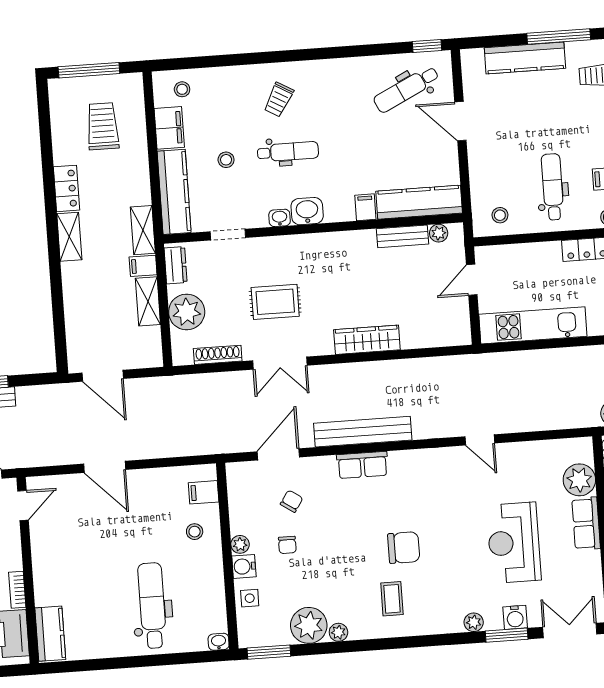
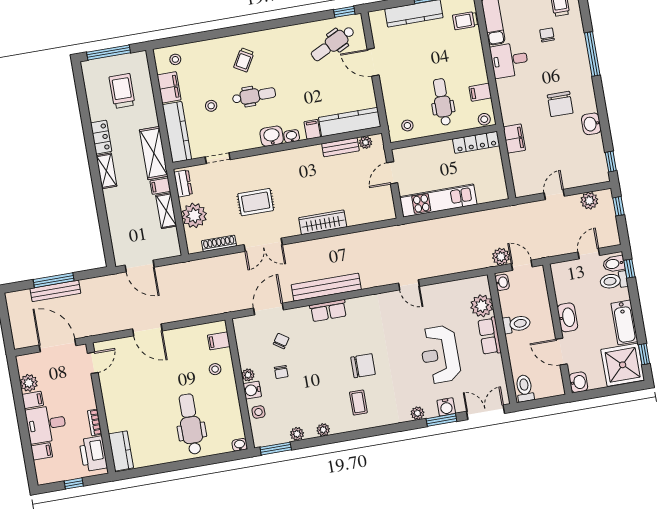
washbasin: (280, 218) -> (292, 136), moved
shelving: (143, 230) -> (154, 153), width x1.50, depth x1.33
plant: (309, 625) -> (297, 434), width x0.53, depth x0.53

